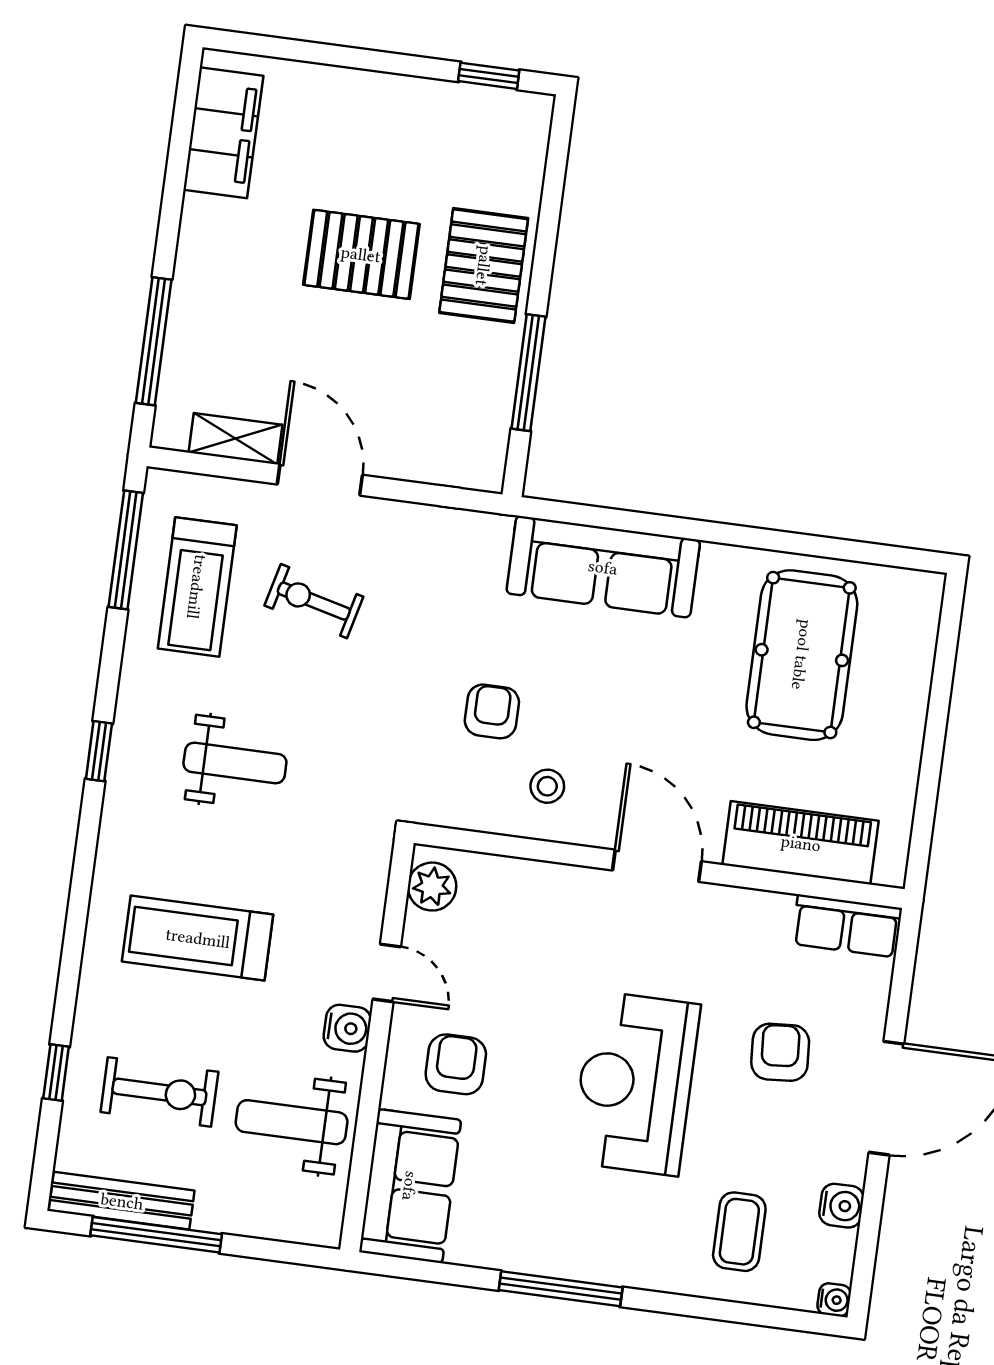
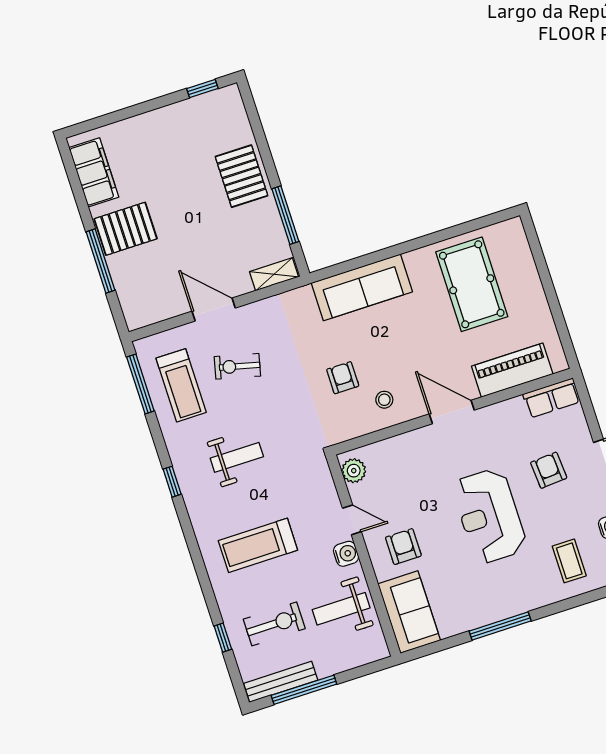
pallet: (361, 254) -> (126, 229), moved
window: (154, 341) -> (100, 261), moved
shelving: (235, 439) -> (274, 274), moved

